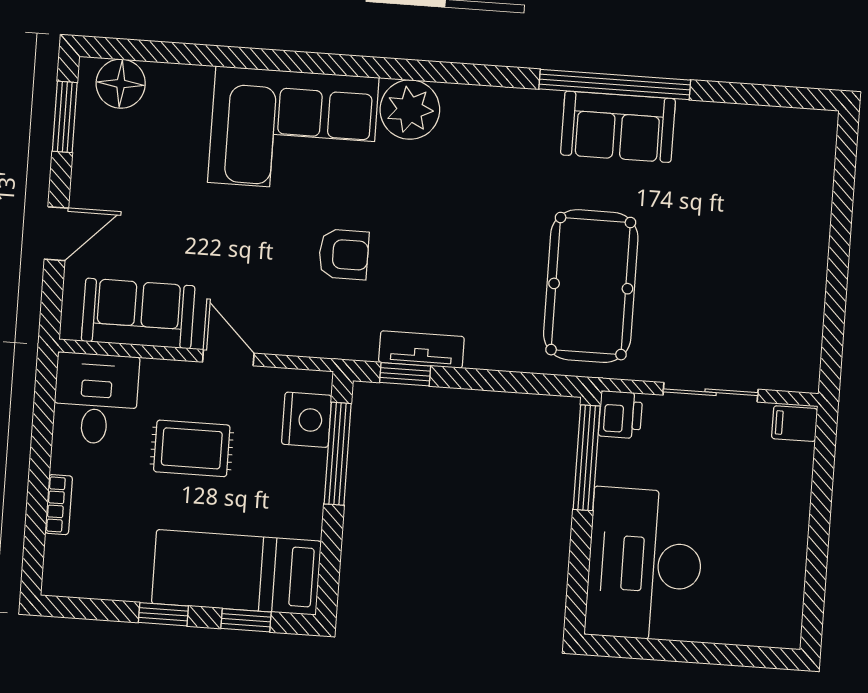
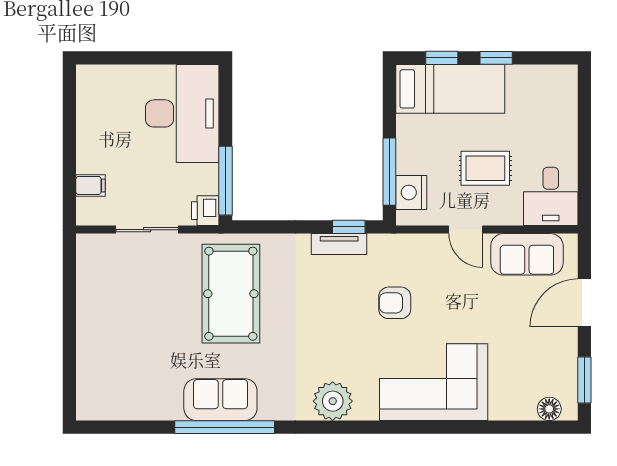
floor lamp: (121, 84) -> (549, 409), width x0.73, depth x0.73
plant: (410, 110) -> (333, 401), moved
door: (56, 234) -> (584, 303), width x1.38
filing cabinet: (795, 424) -> (90, 185), moved
bookcase: (59, 505) -> (570, 125), removed

